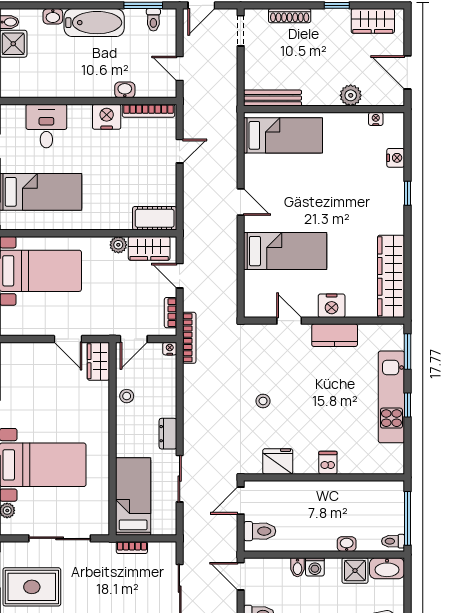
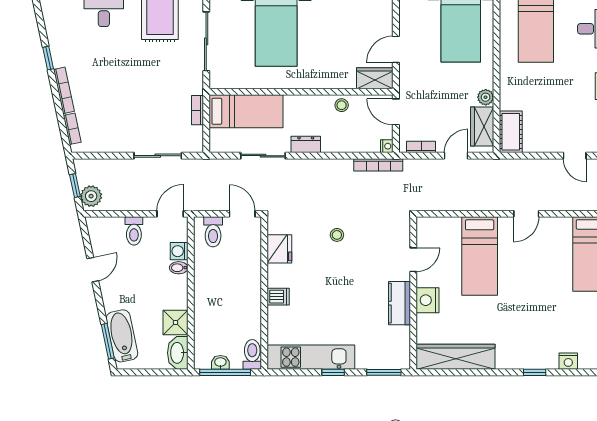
bookcase: (189, 338) -> (378, 165), moved
kitchen unit: (391, 397) -> (311, 357), moved
toilet: (393, 541) -> (252, 354), moved, width x1.37, depth x1.39
washbasin: (347, 544) -> (220, 362), moved, turned -90
washing machine: (315, 567) -> (179, 251), moved

